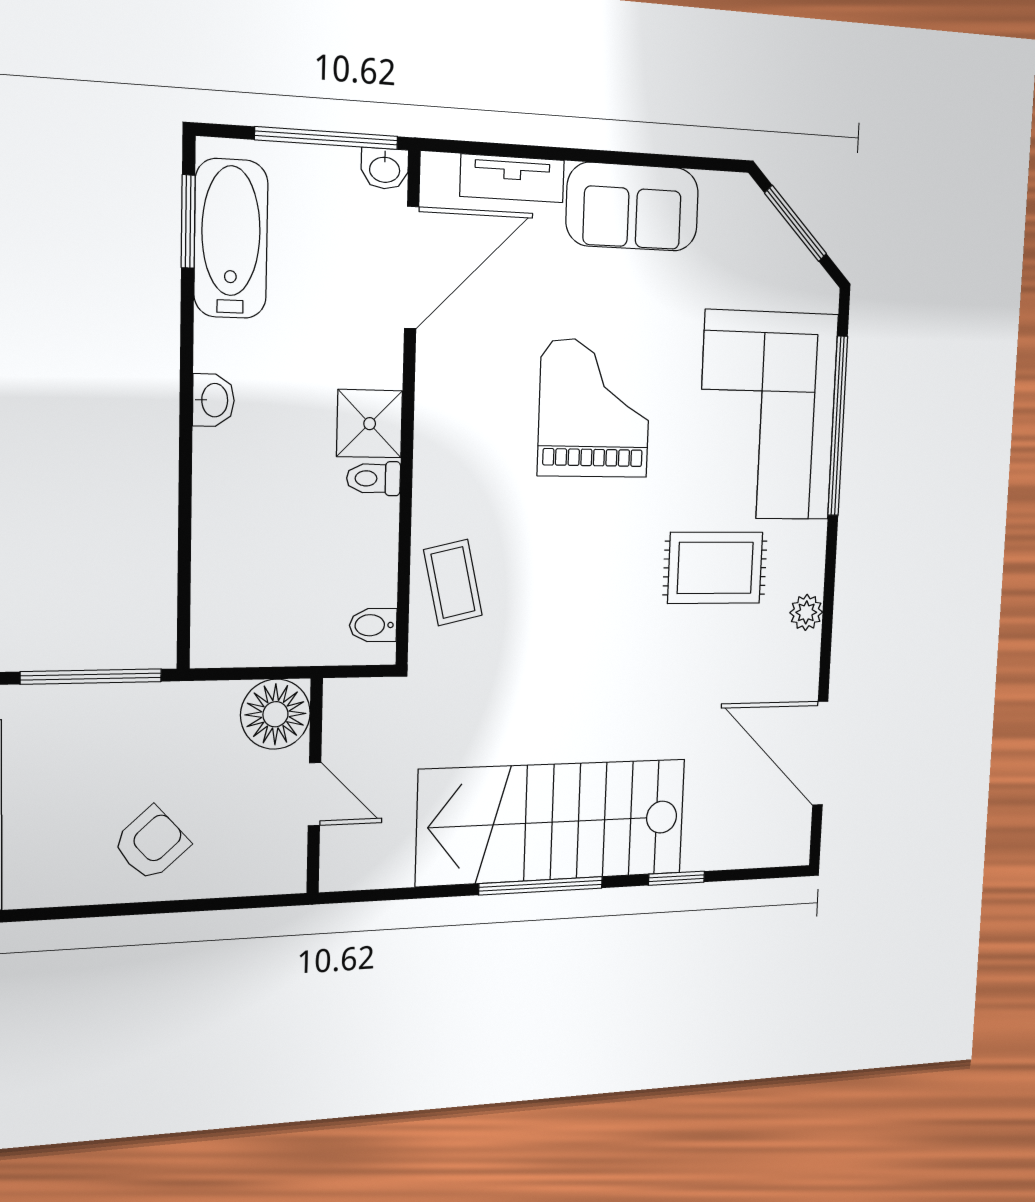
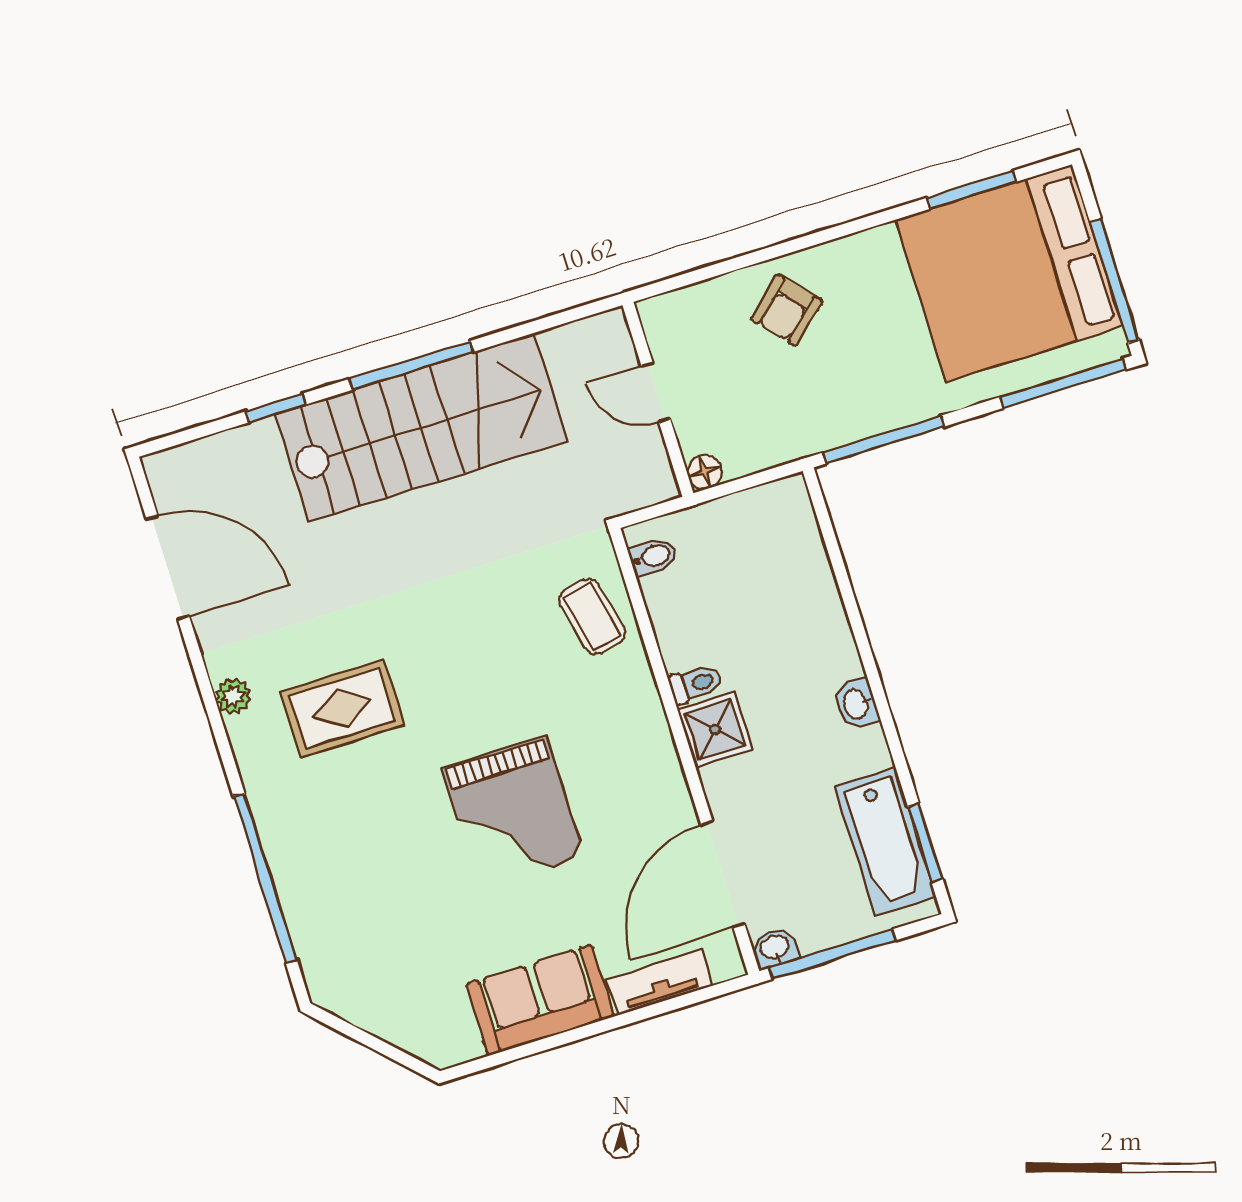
window: (796, 224) -> (377, 1044), removed
corner sofa: (767, 416) -> (341, 863), removed
floor lamp: (275, 714) -> (705, 472), width x0.53, depth x0.53

